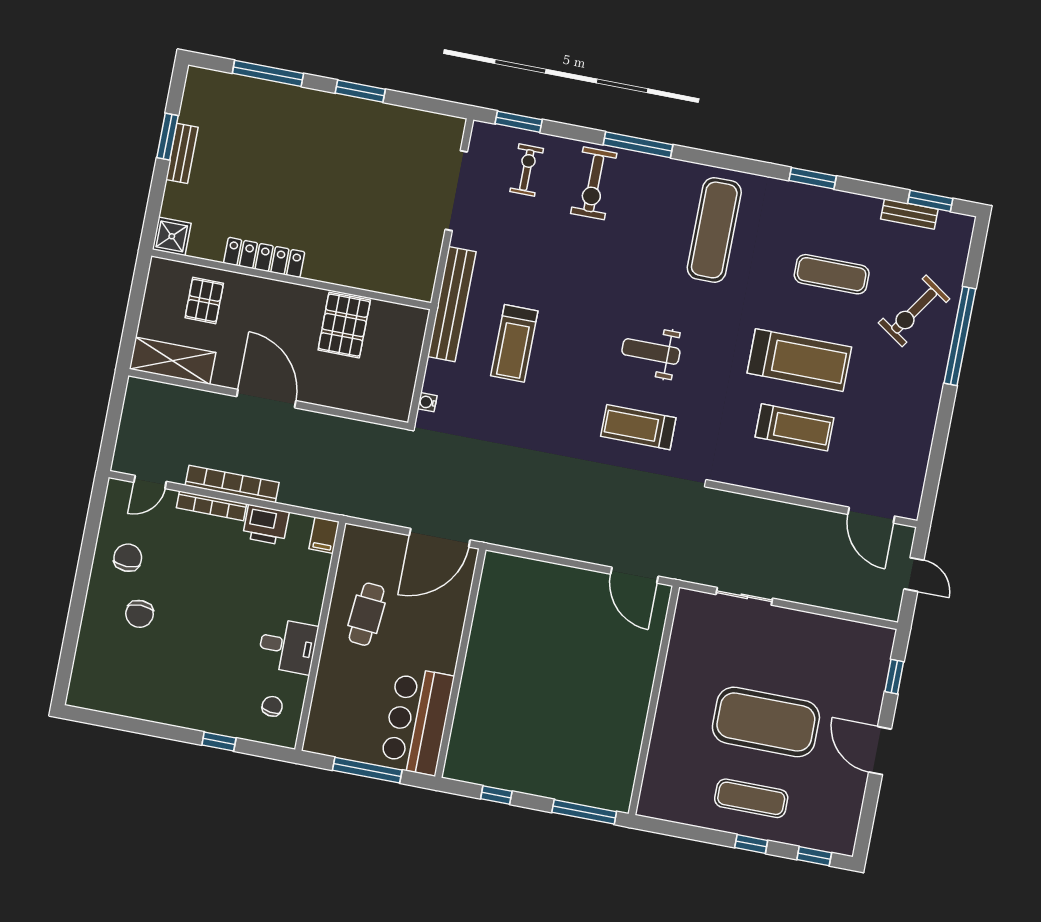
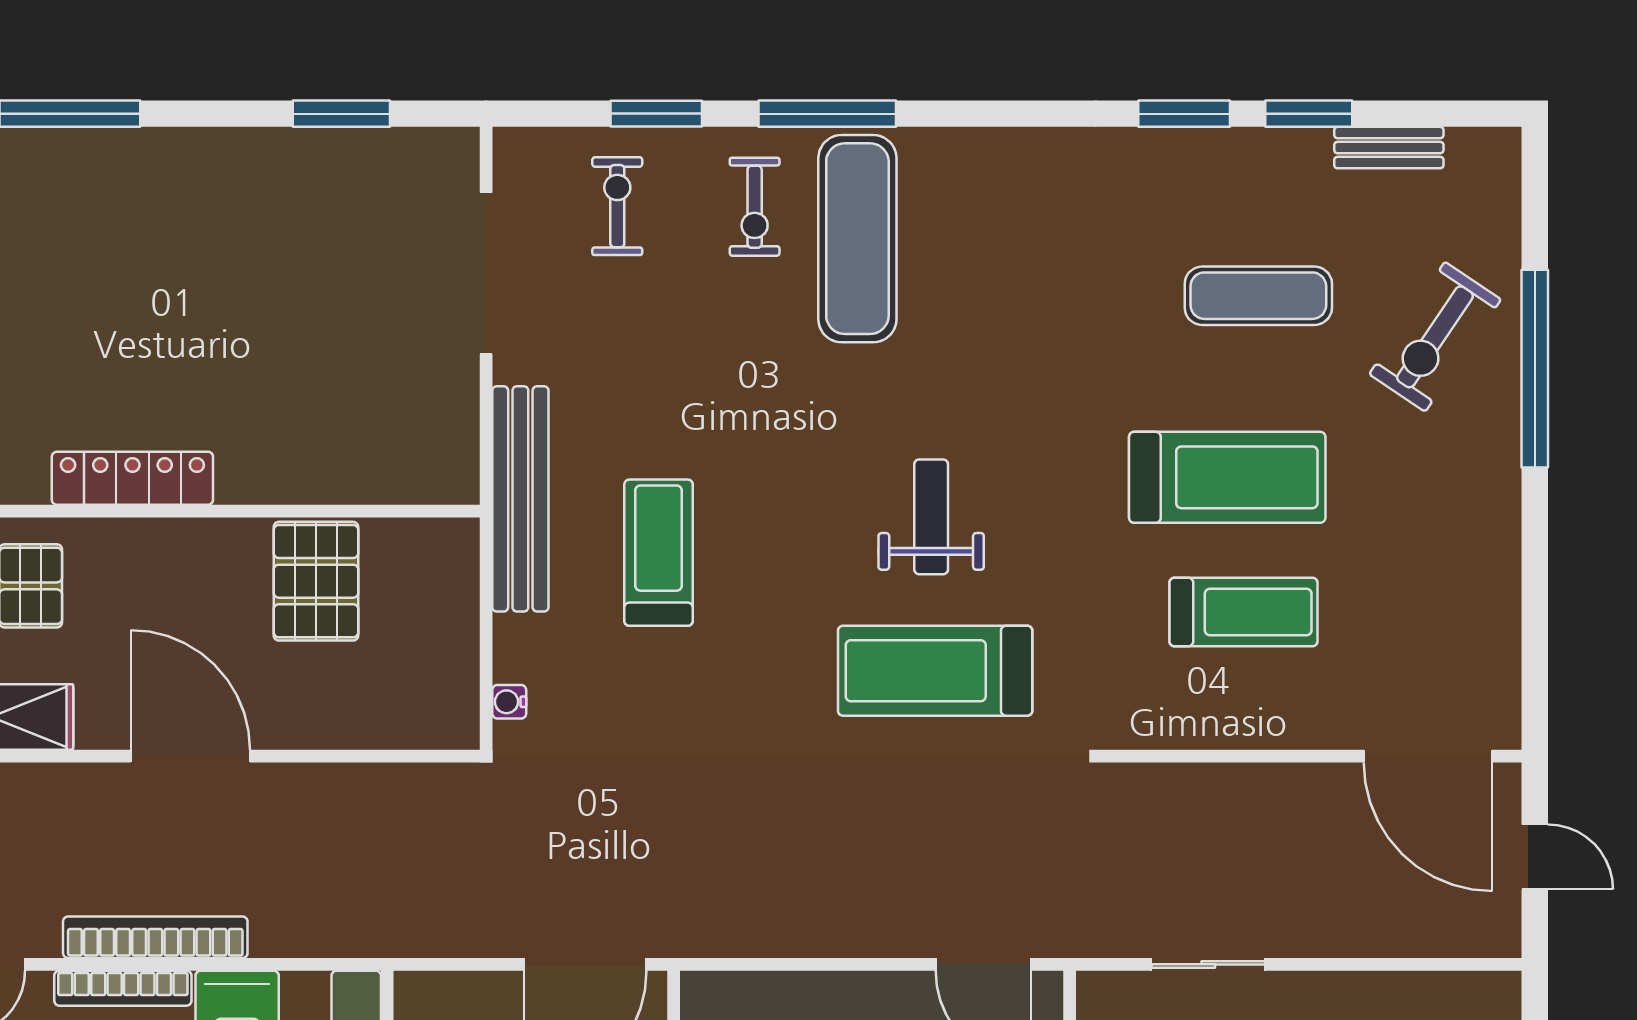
window: (360, 91) -> (341, 114), moved
window: (519, 122) -> (656, 114), moved
exercise bike: (594, 183) -> (755, 207), width x0.73, depth x0.72
window: (930, 201) -> (1309, 114), moved
exercise mat: (714, 230) -> (857, 239), moved
treadmill: (514, 343) -> (659, 553), turned 180
weight bench: (651, 351) -> (931, 517), turned 90
treadmill: (638, 427) -> (935, 671), width x1.37, depth x1.38
door: (871, 515) -> (1428, 756), width x1.36

